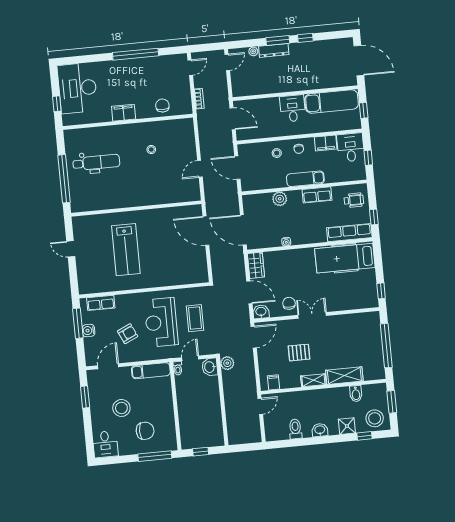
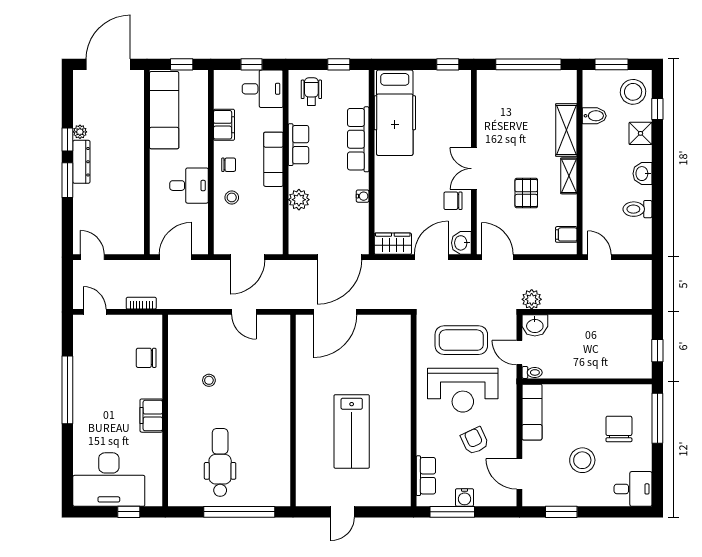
dresser: (274, 50) -> (81, 162), moved
plant: (253, 51) -> (80, 132), moved
desk: (293, 108) -> (189, 186), moved, turned 180
desk: (351, 147) -> (263, 89), moved, turned 180
row of seats: (349, 233) -> (358, 139), moved
lab bench: (126, 250) -> (352, 431), turned 90
coffee table: (195, 318) -> (461, 340), width x1.36, depth x1.32

